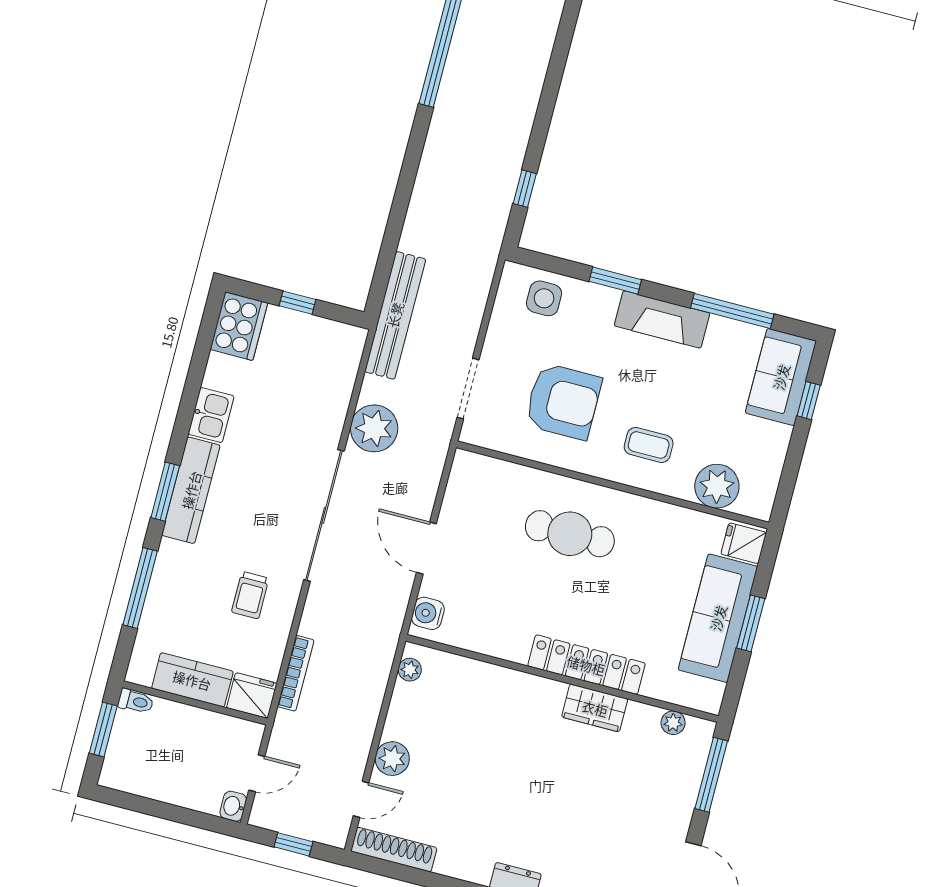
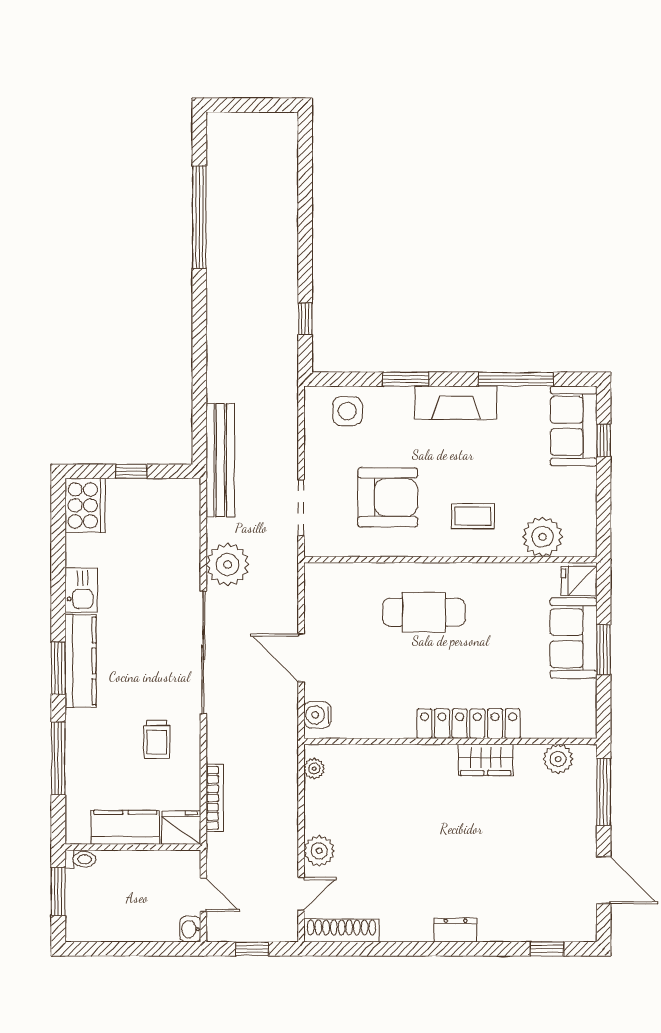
sofa: (718, 618) -> (574, 638), width x0.73
plant: (673, 723) -> (558, 759), width x1.38, depth x1.38
door: (257, 773) -> (203, 895), hinge flipped

